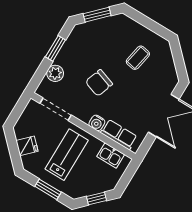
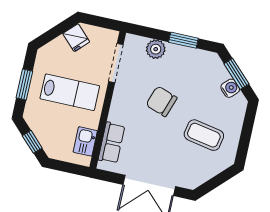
coffee table: (138, 58) -> (204, 135), width x1.36, depth x1.30
water cooler: (97, 123) -> (230, 88), moved, turned 135
fridge: (27, 146) -> (76, 38), moved

